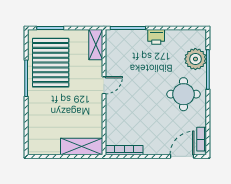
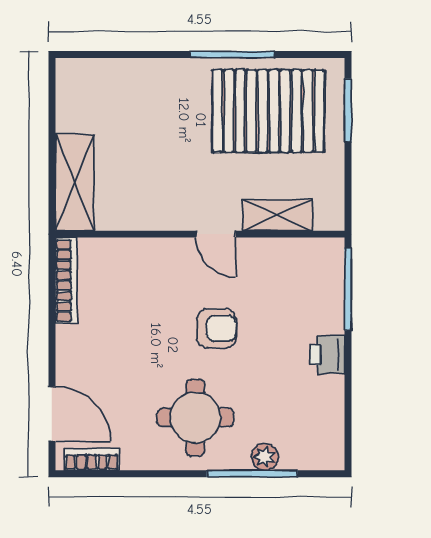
shelving: (96, 45) -> (277, 215), moved
plant: (195, 59) -> (265, 457), width x0.53, depth x0.53
armchair: (145, 85) -> (216, 328), added

